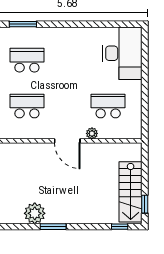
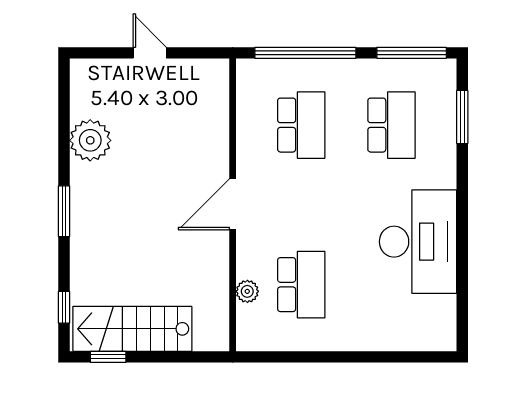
desk: (122, 53) -> (418, 242), moved, turned -90
plant: (92, 133) -> (247, 291), moved
window: (53, 227) -> (64, 211), moved

